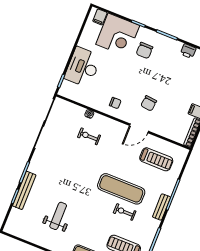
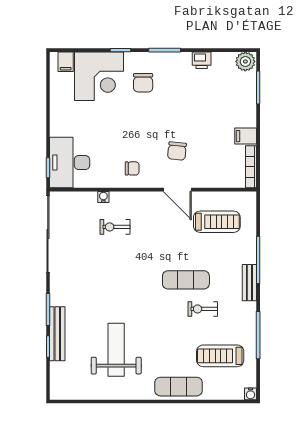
desk: (83, 67) -> (70, 163), moved
door: (139, 128) -> (177, 190), hinge flipped
exercise mat: (121, 189) -> (186, 280), width x0.73, depth x0.69
weight bench: (58, 216) -> (116, 350), width x1.36, depth x1.33

